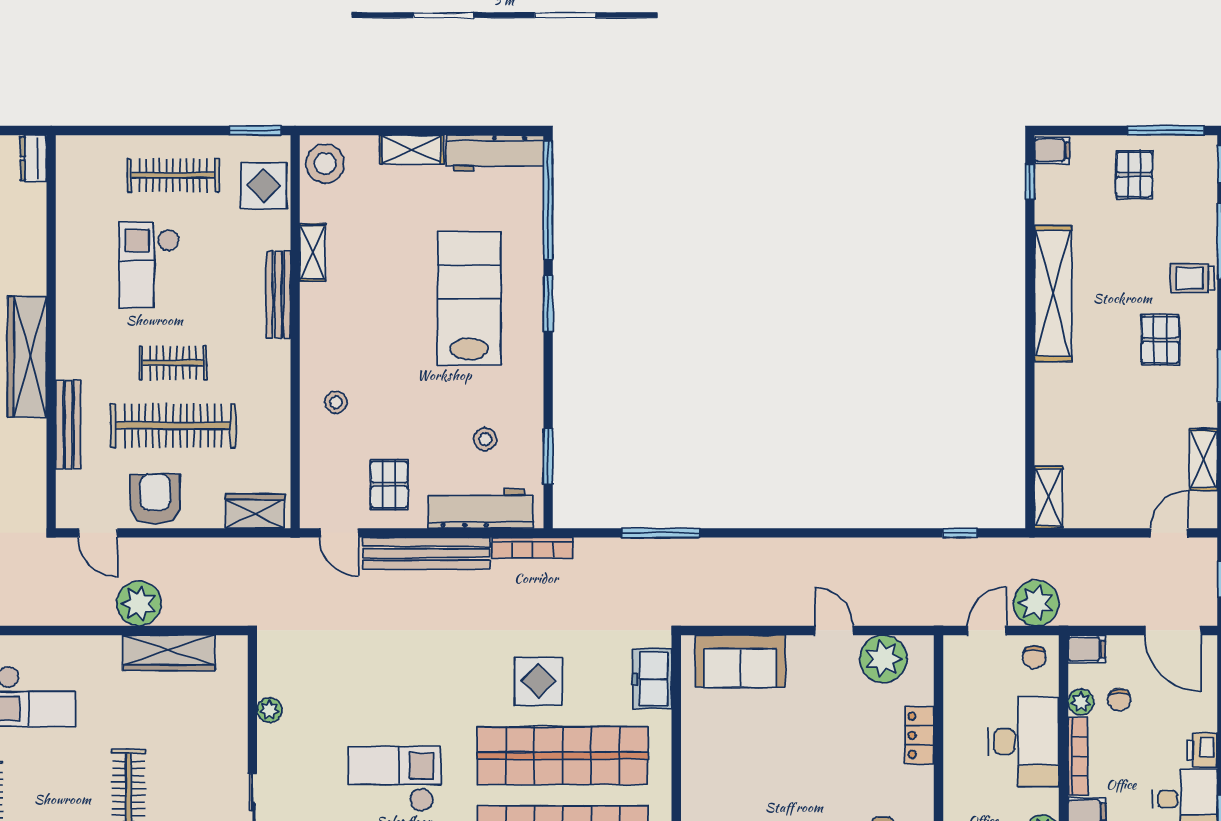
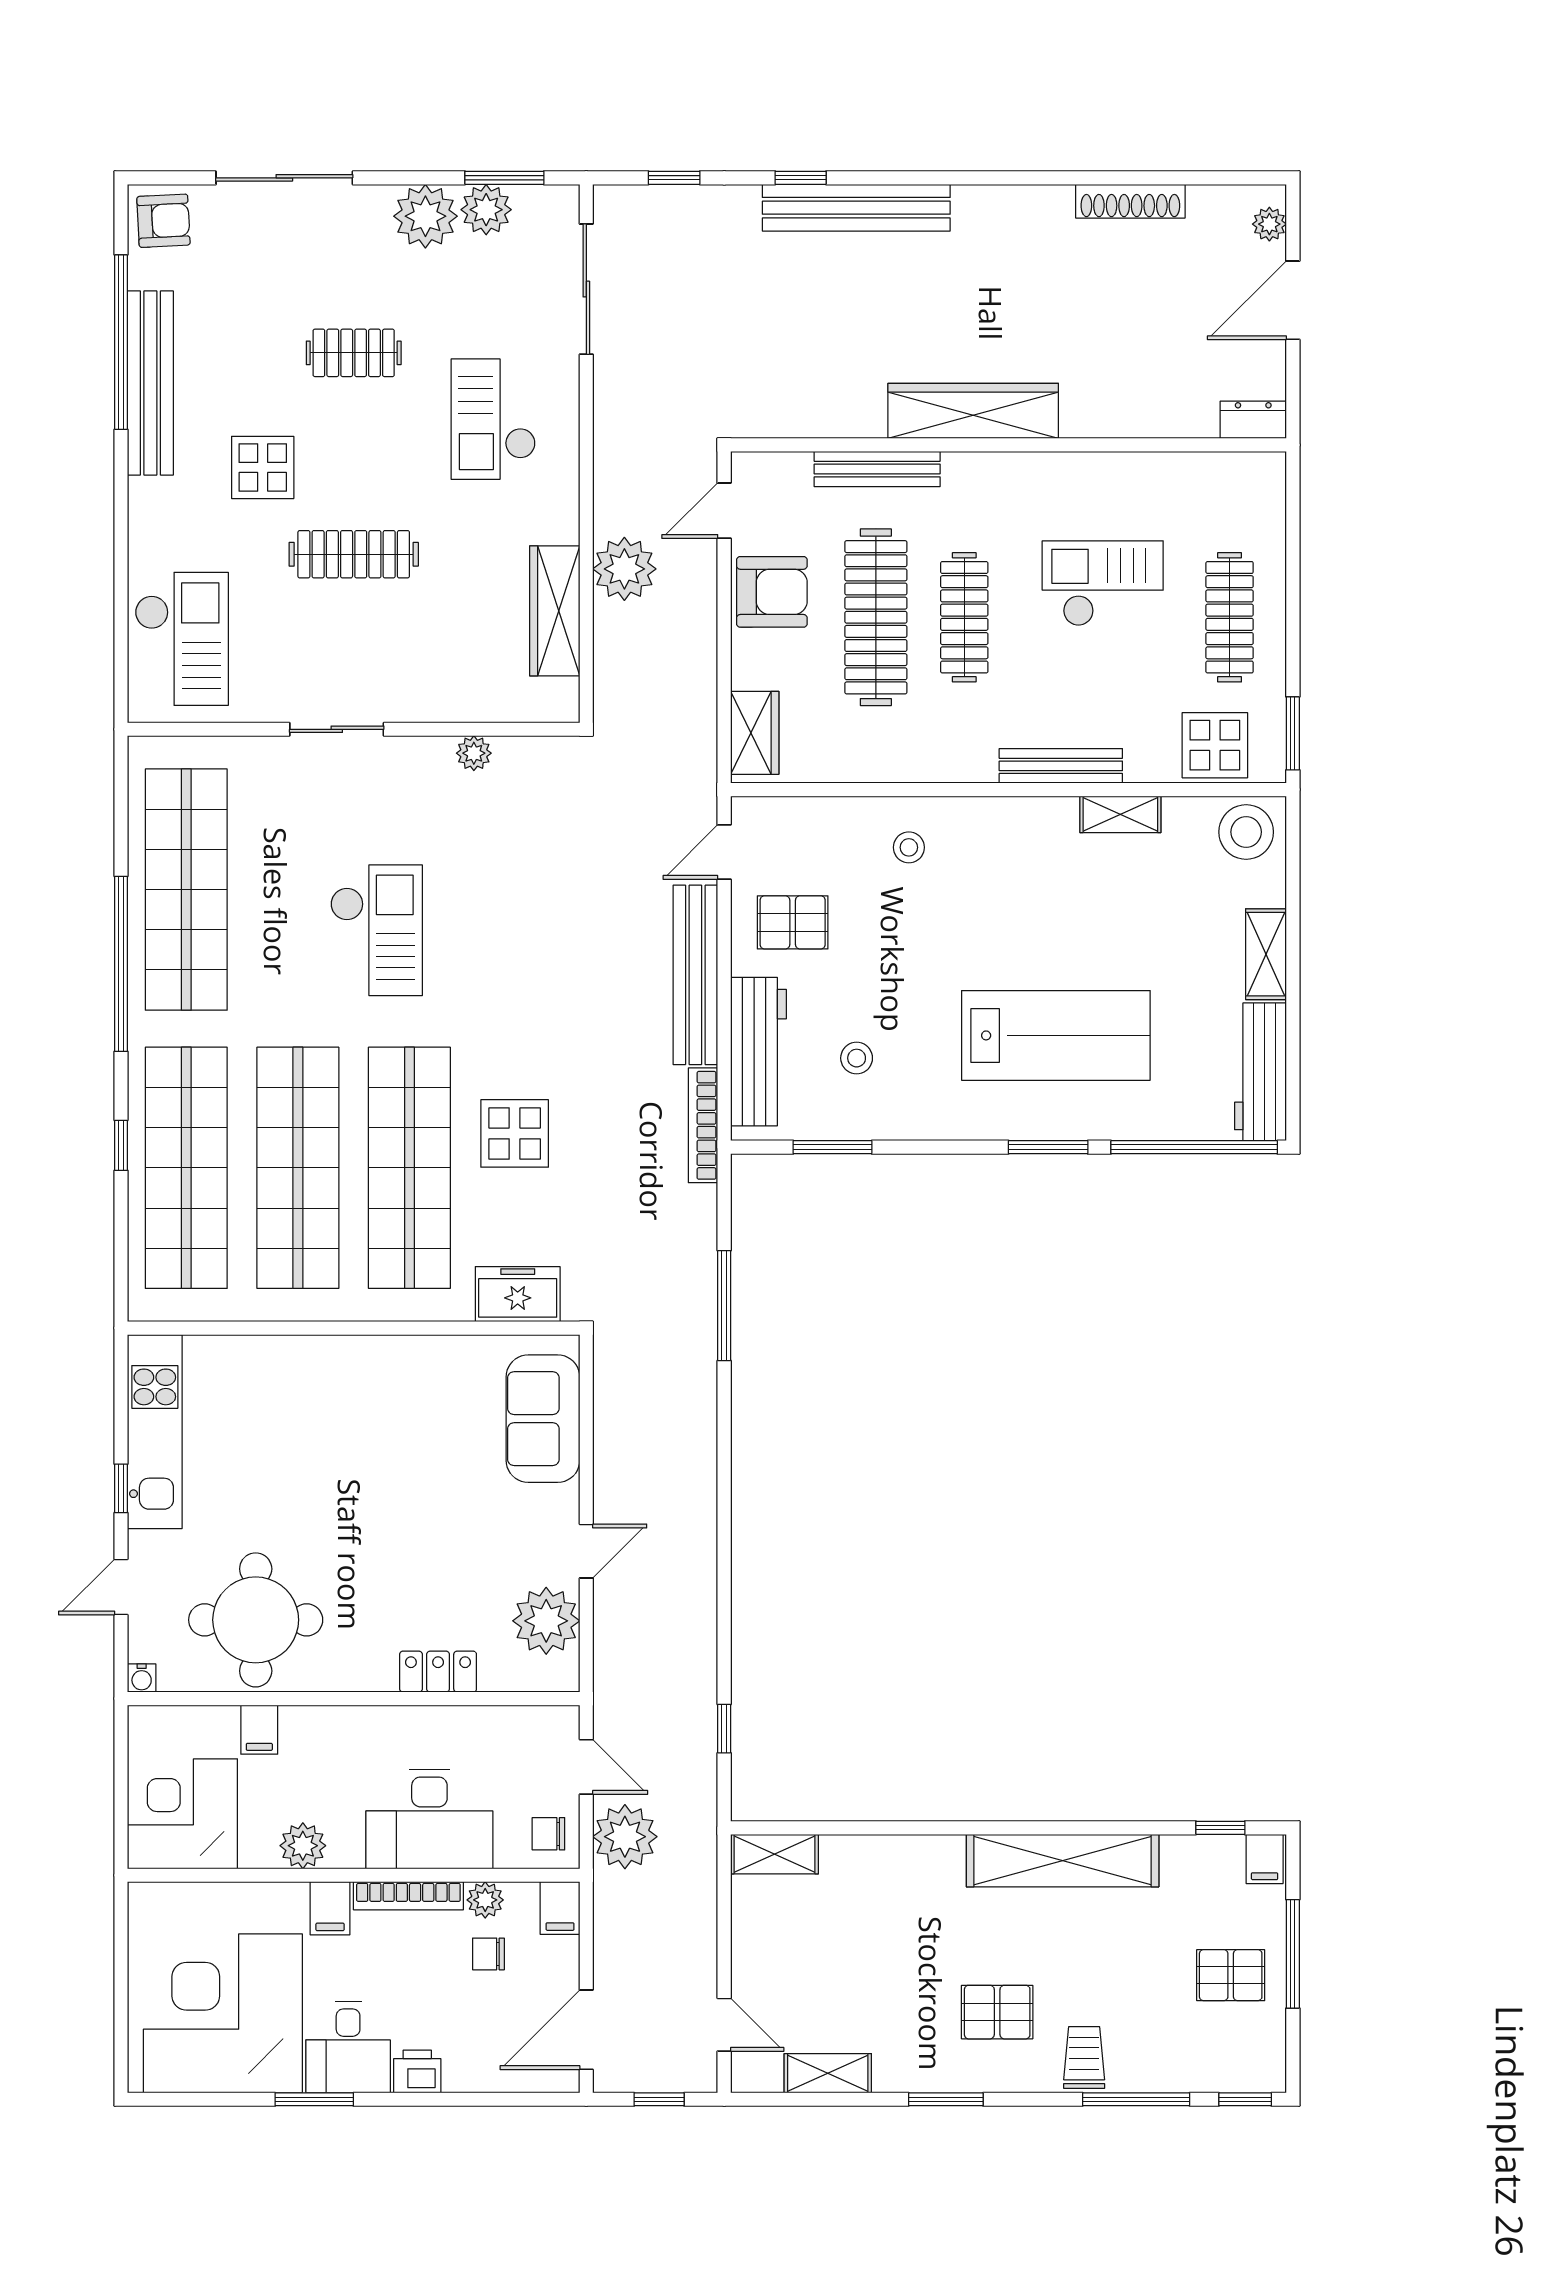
window: (1166, 130) -> (1293, 1954), moved
clothes rail: (173, 363) -> (964, 617), width x1.36

